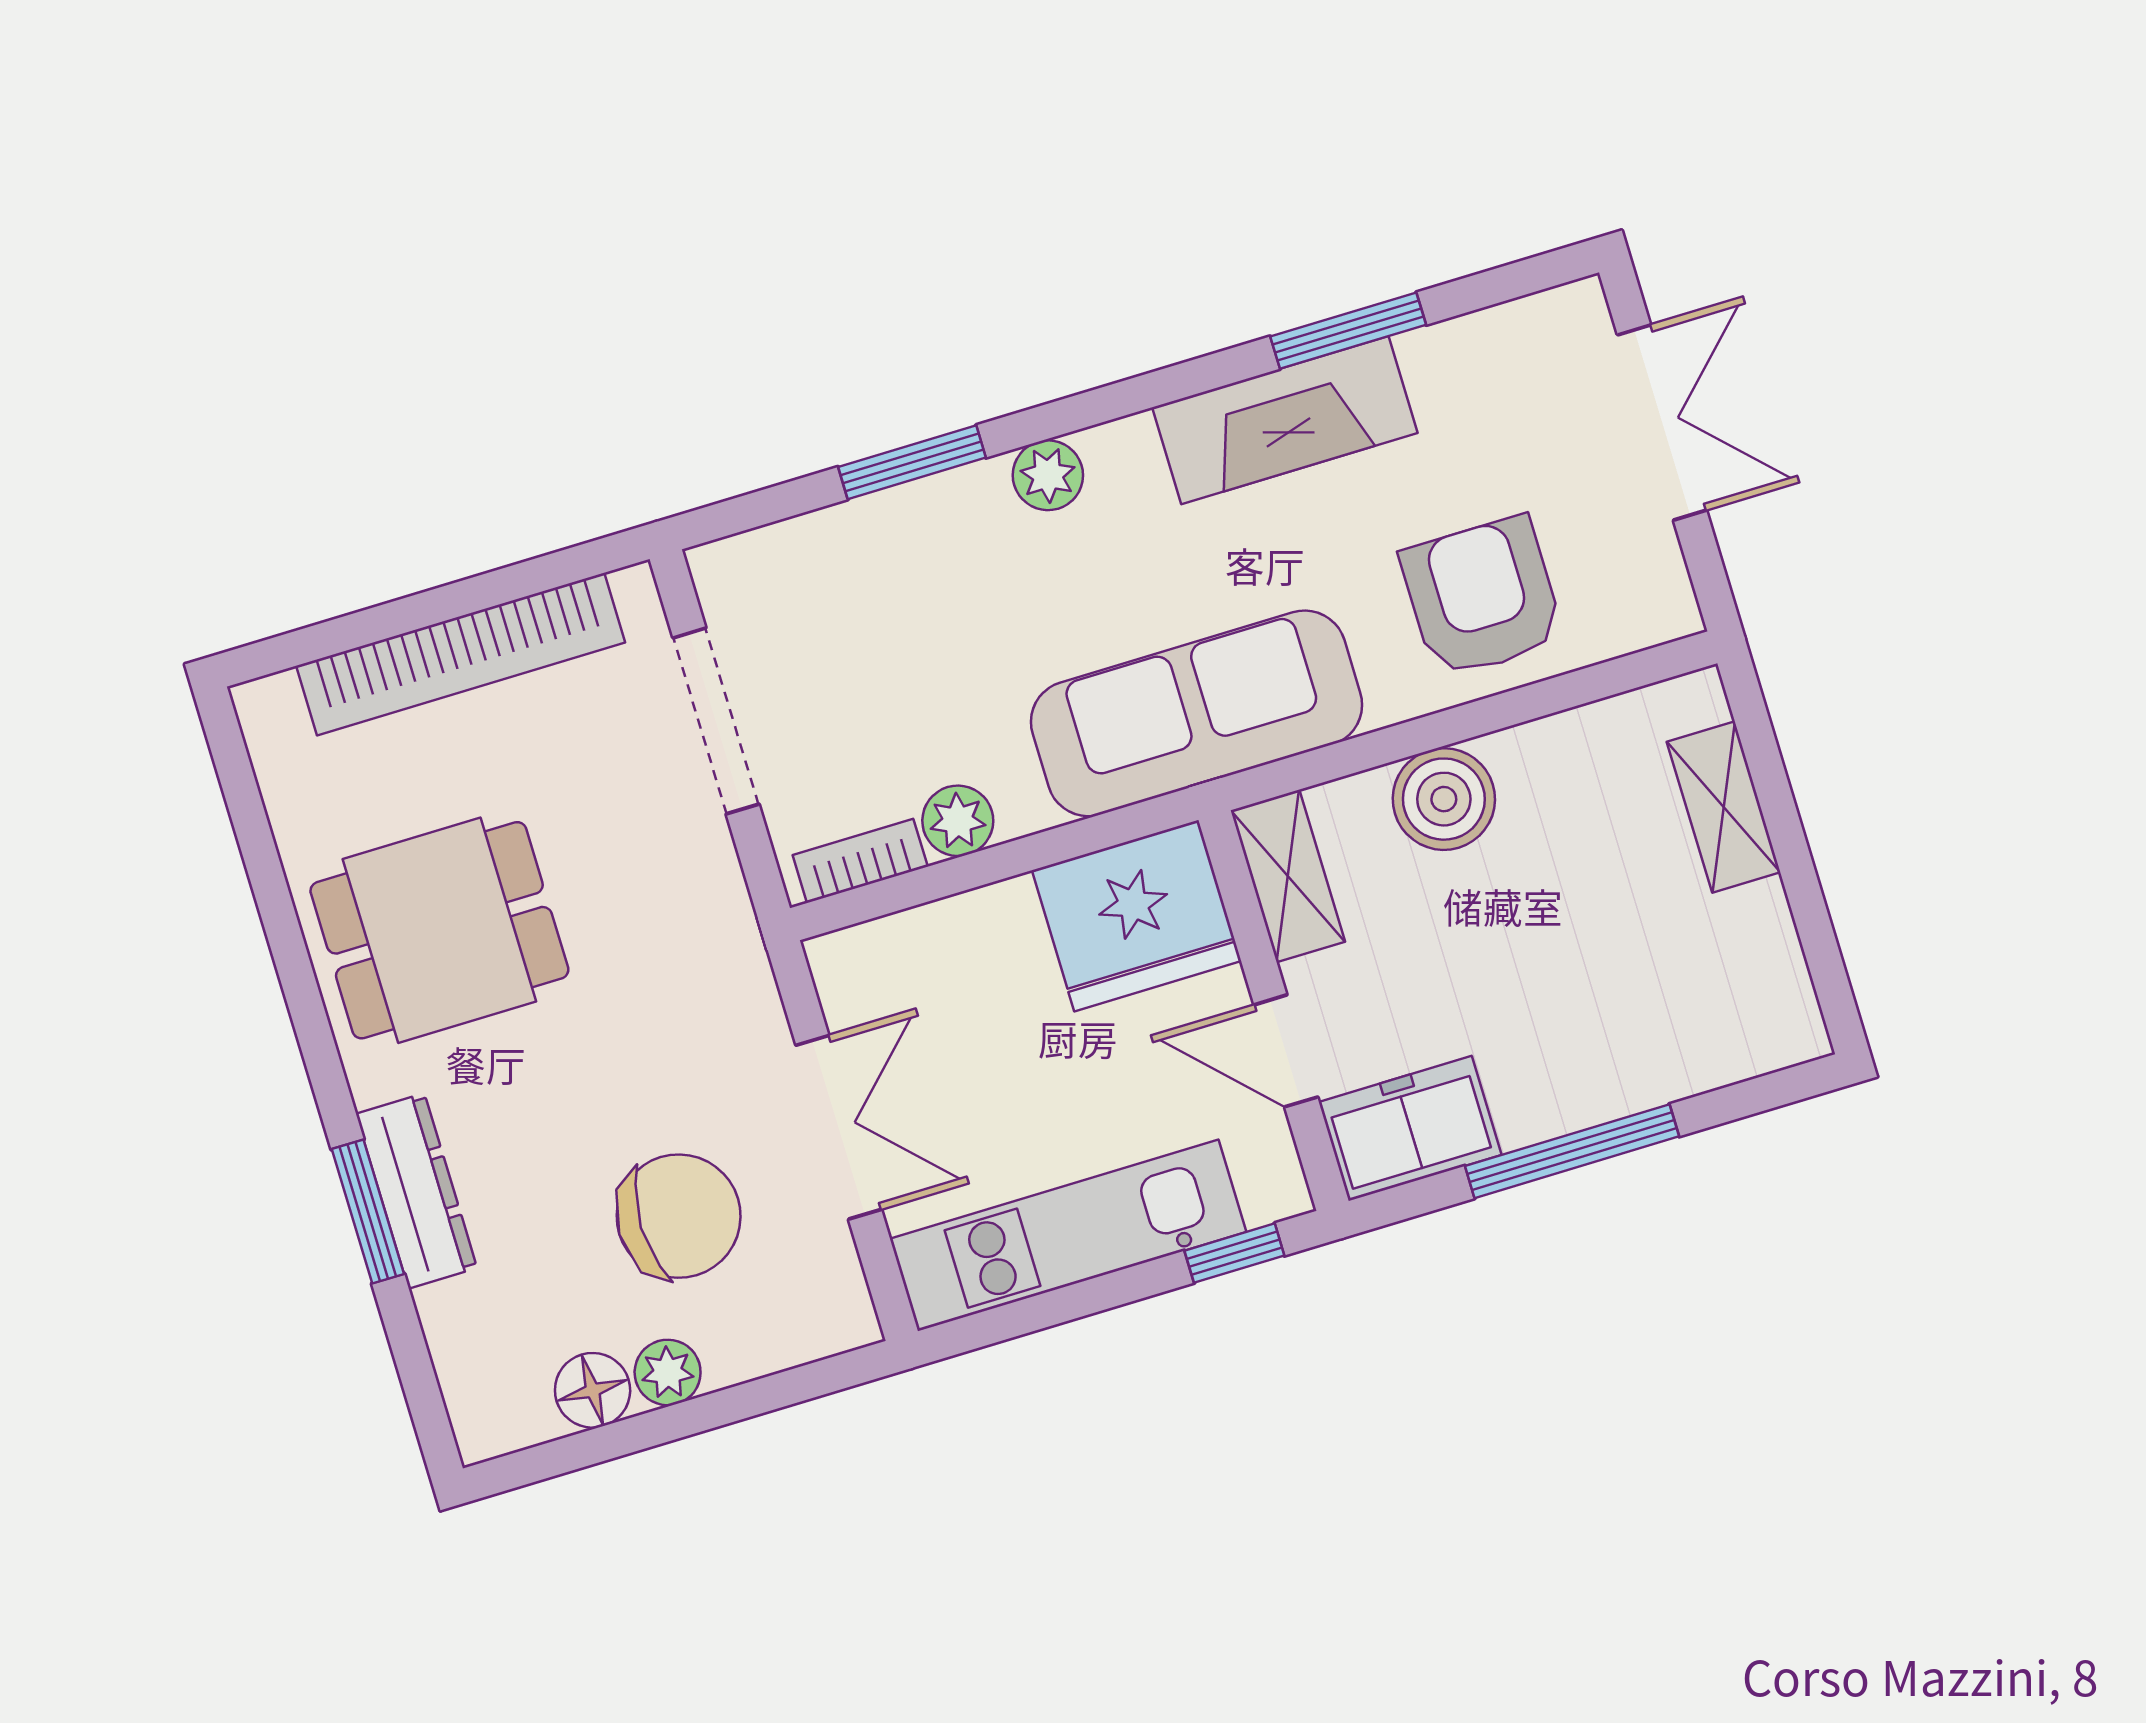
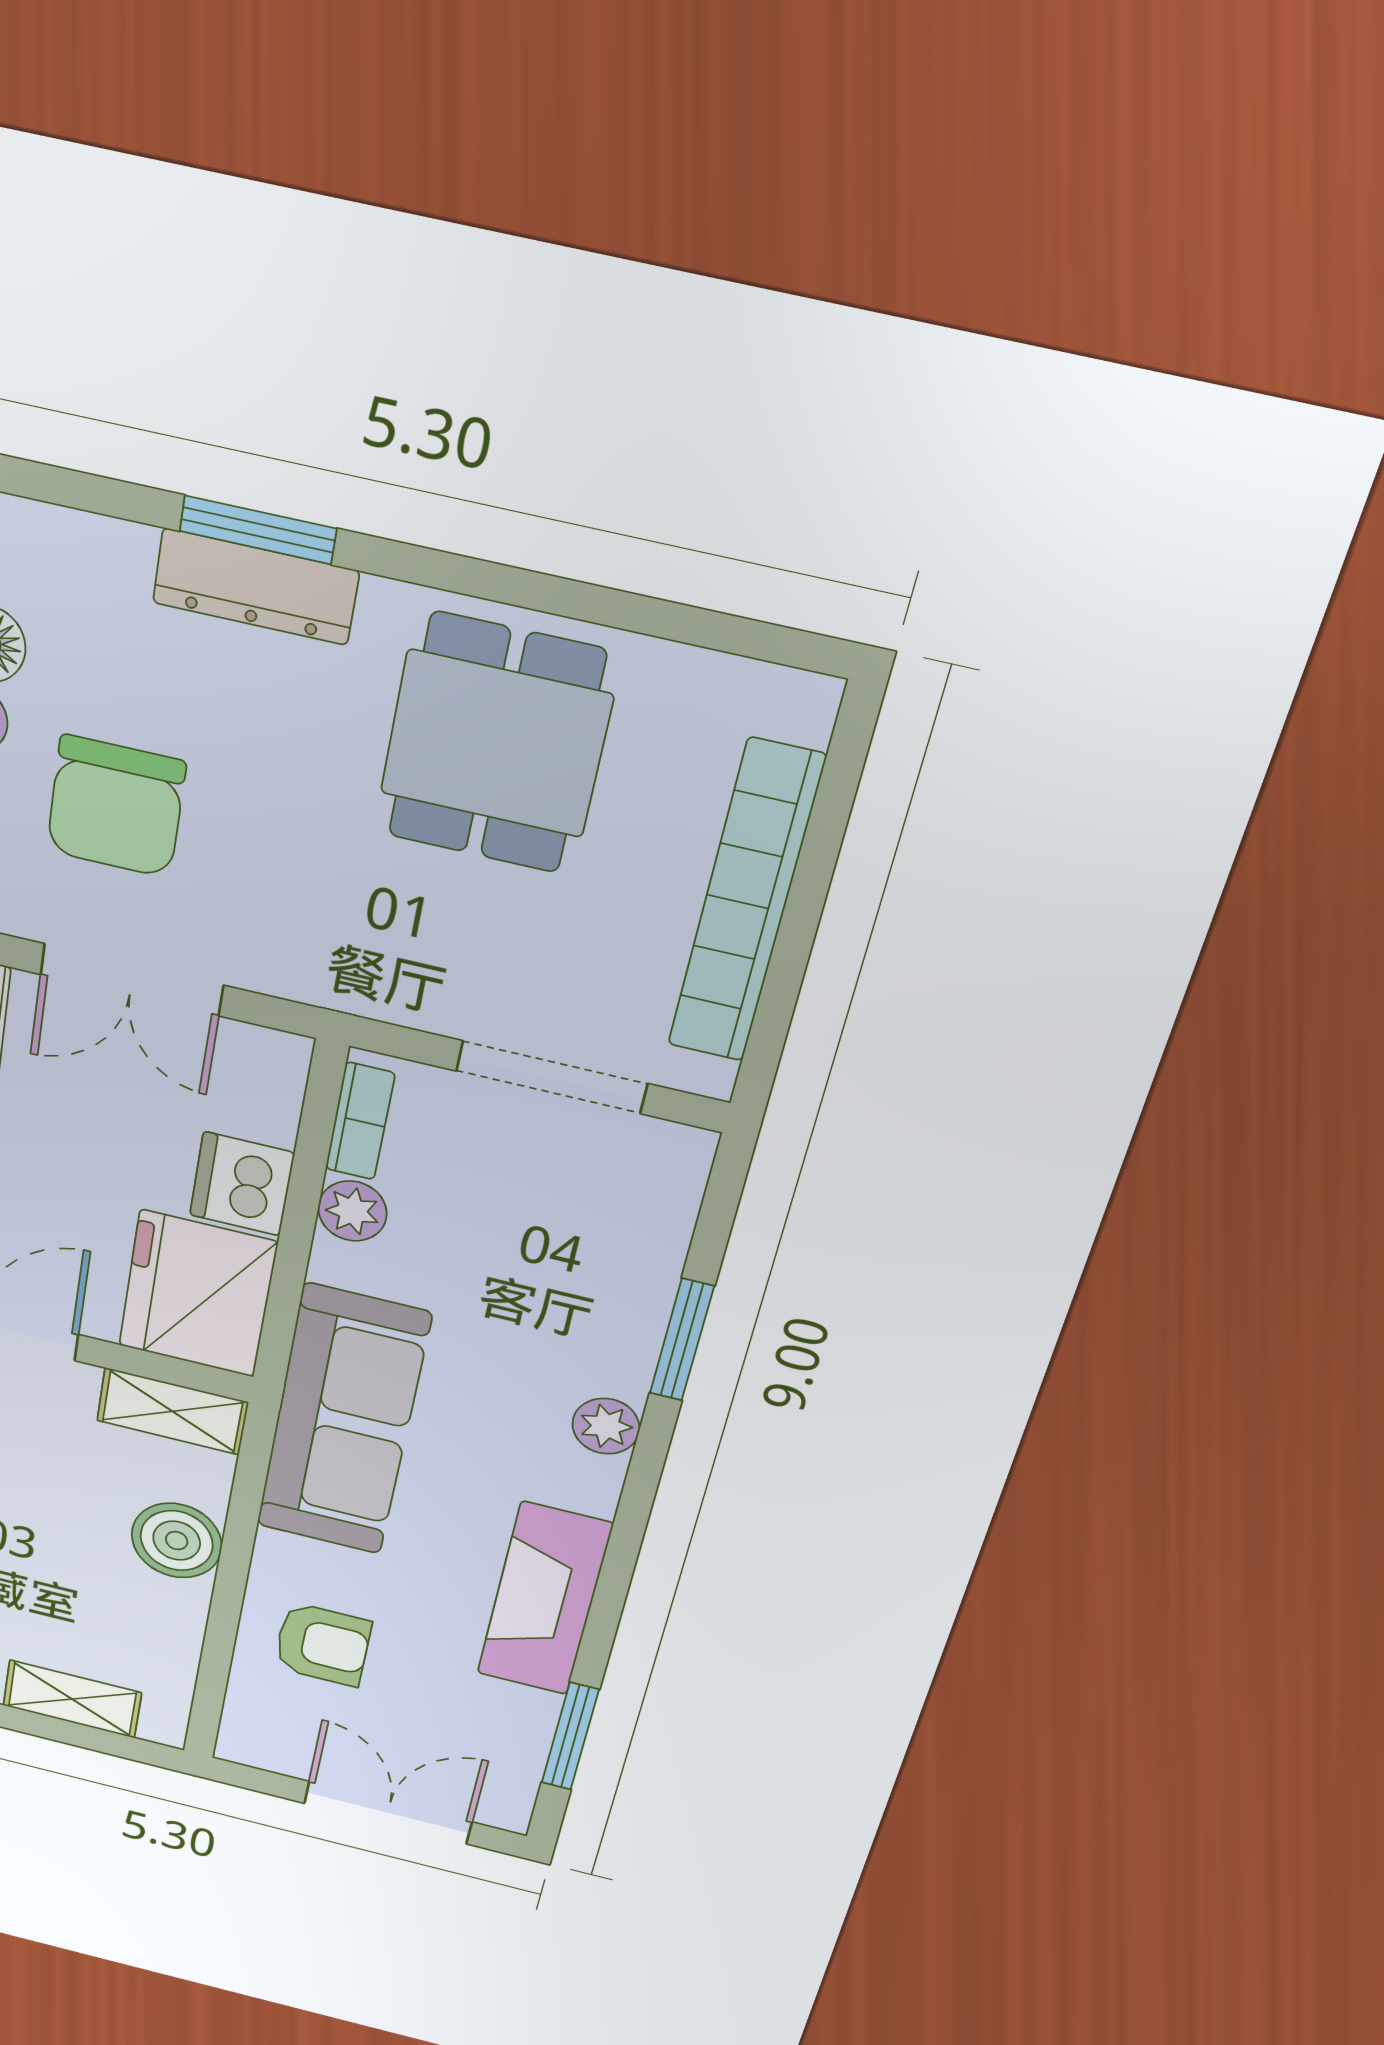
window: (1348, 331) -> (570, 1736), moved
double door: (1662, 422) -> (388, 1813), swing flipped
armchair: (1482, 597) -> (322, 1644), width x0.72, depth x0.72
dishwasher: (990, 933) -> (242, 1184), added

